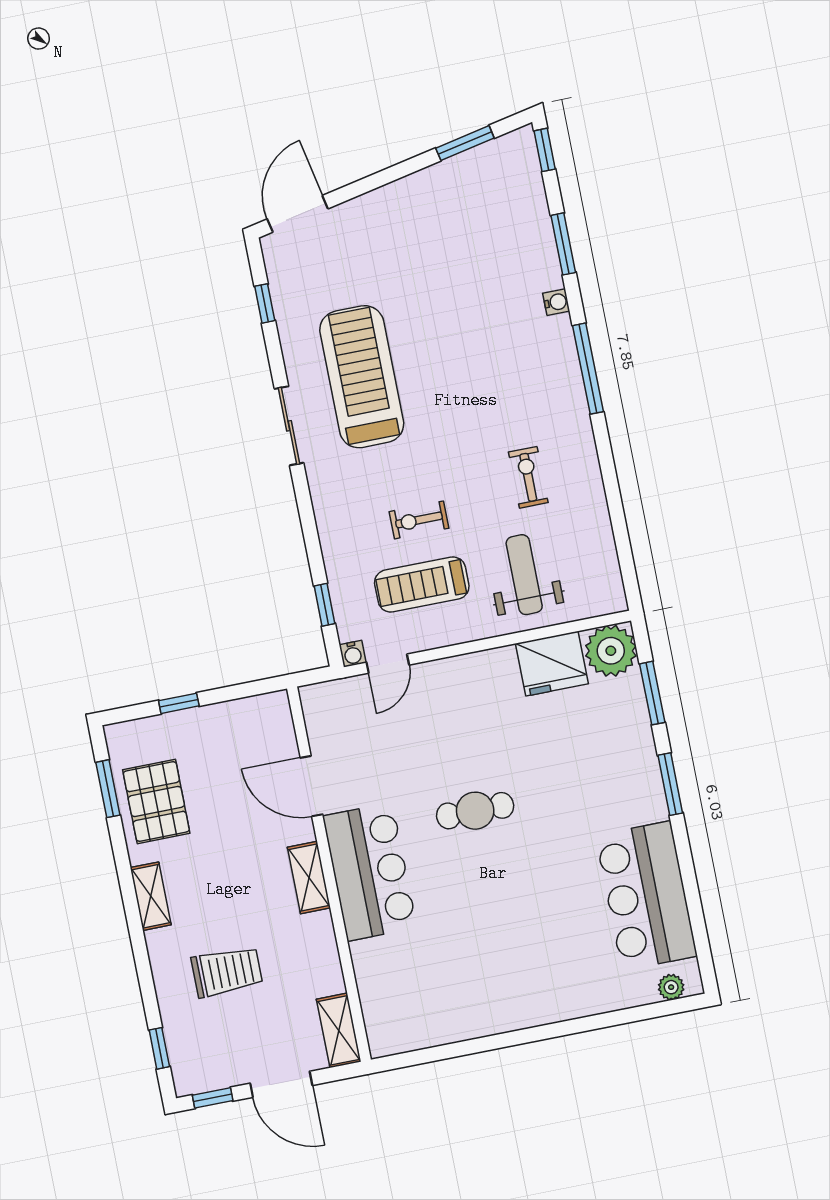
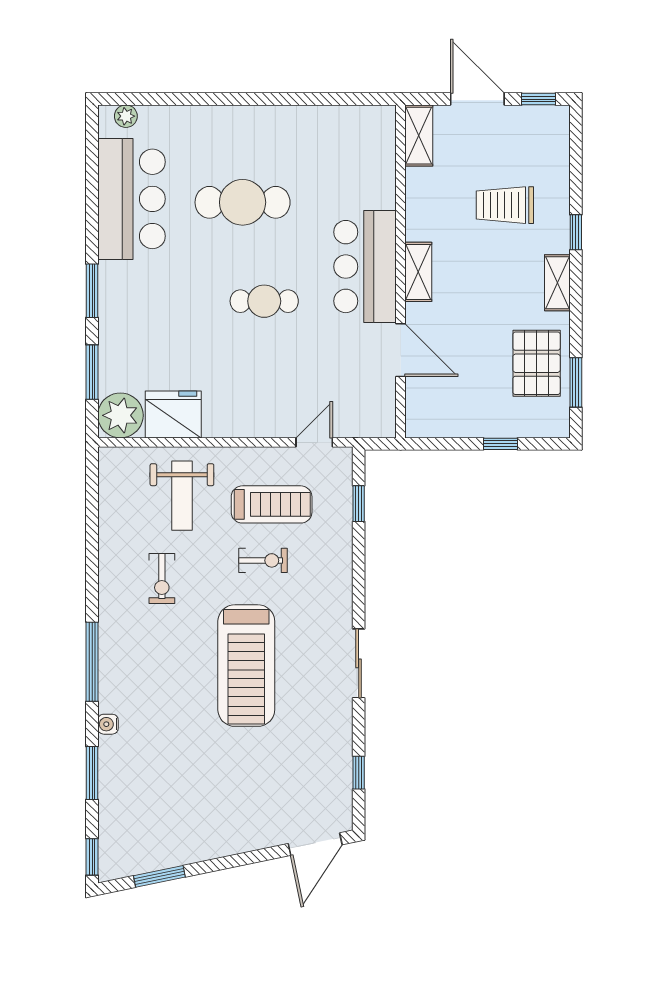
treadmill: (362, 377) -> (246, 666), moved
water cooler: (353, 654) -> (343, 457), removed
cafe table: (521, 917) -> (243, 202), added
window: (159, 1048) -> (576, 232), moved

